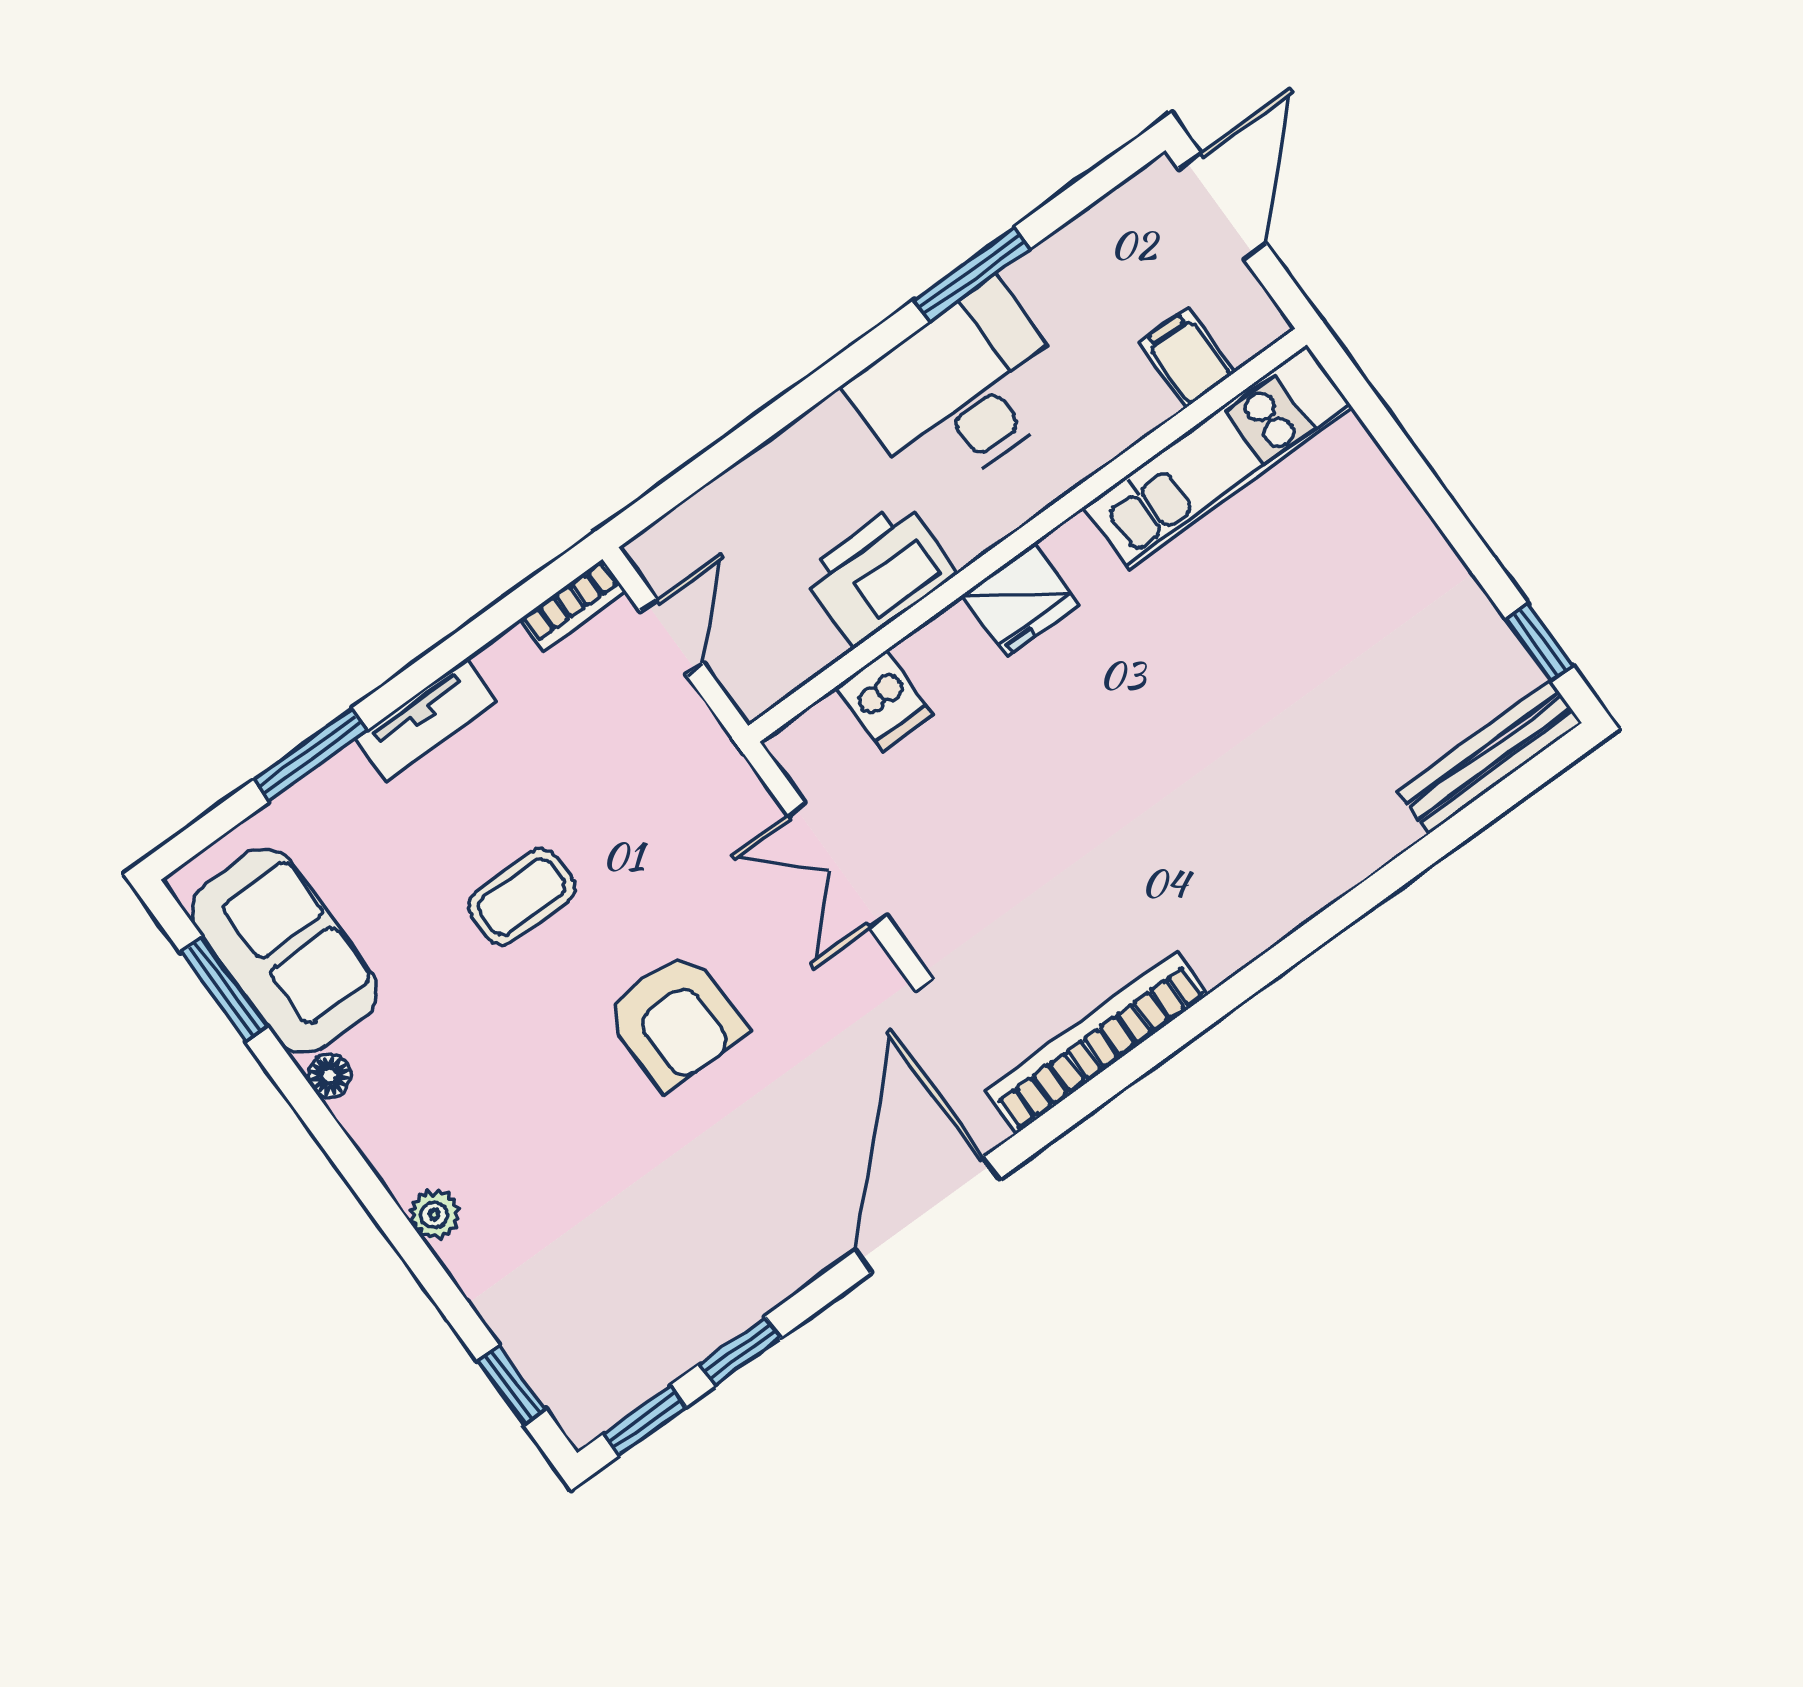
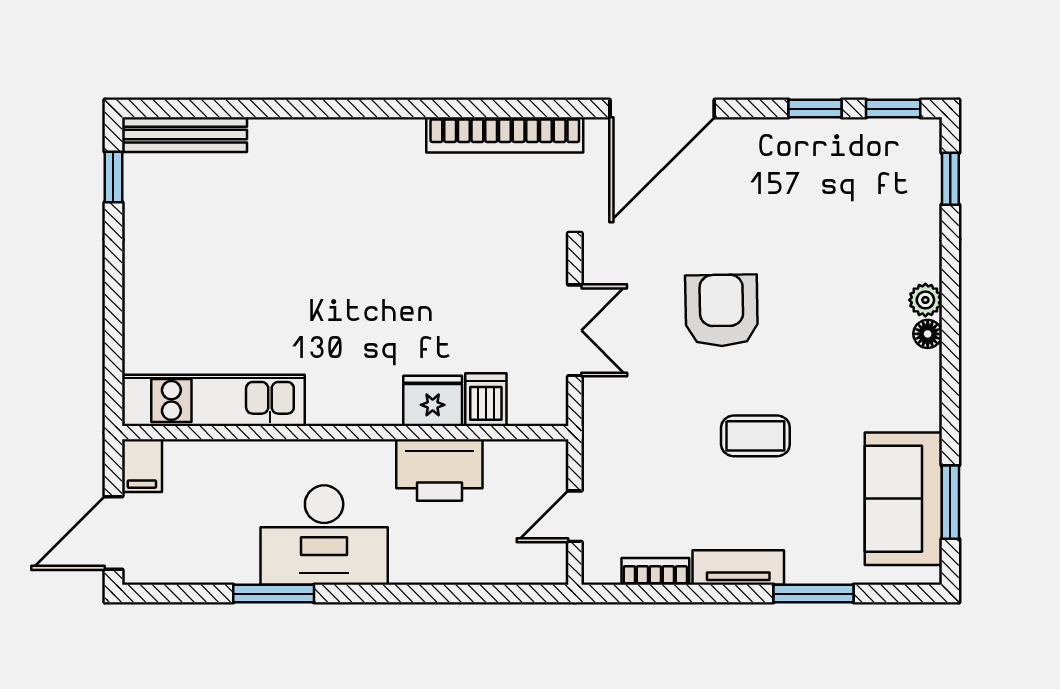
filing cabinet: (1187, 358) -> (142, 466), moved
fridge: (1020, 600) -> (433, 401), moved
bookcase: (573, 605) -> (655, 571), moved
floor lamp: (330, 1076) -> (928, 334), moved

